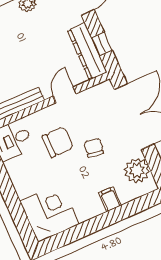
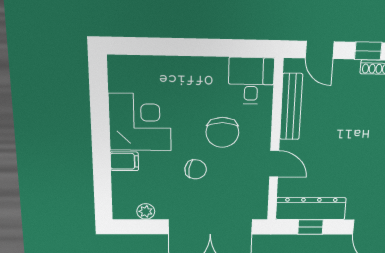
plant: (137, 170) -> (146, 211), width x0.53, depth x0.53
corner desk: (50, 213) -> (140, 122), moved, turned -90

